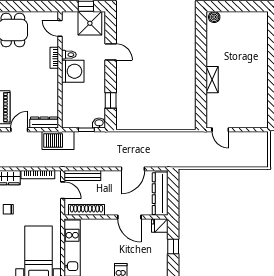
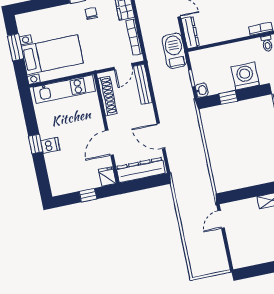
washing machine: (73, 71) -> (245, 76), moved, turned 180

